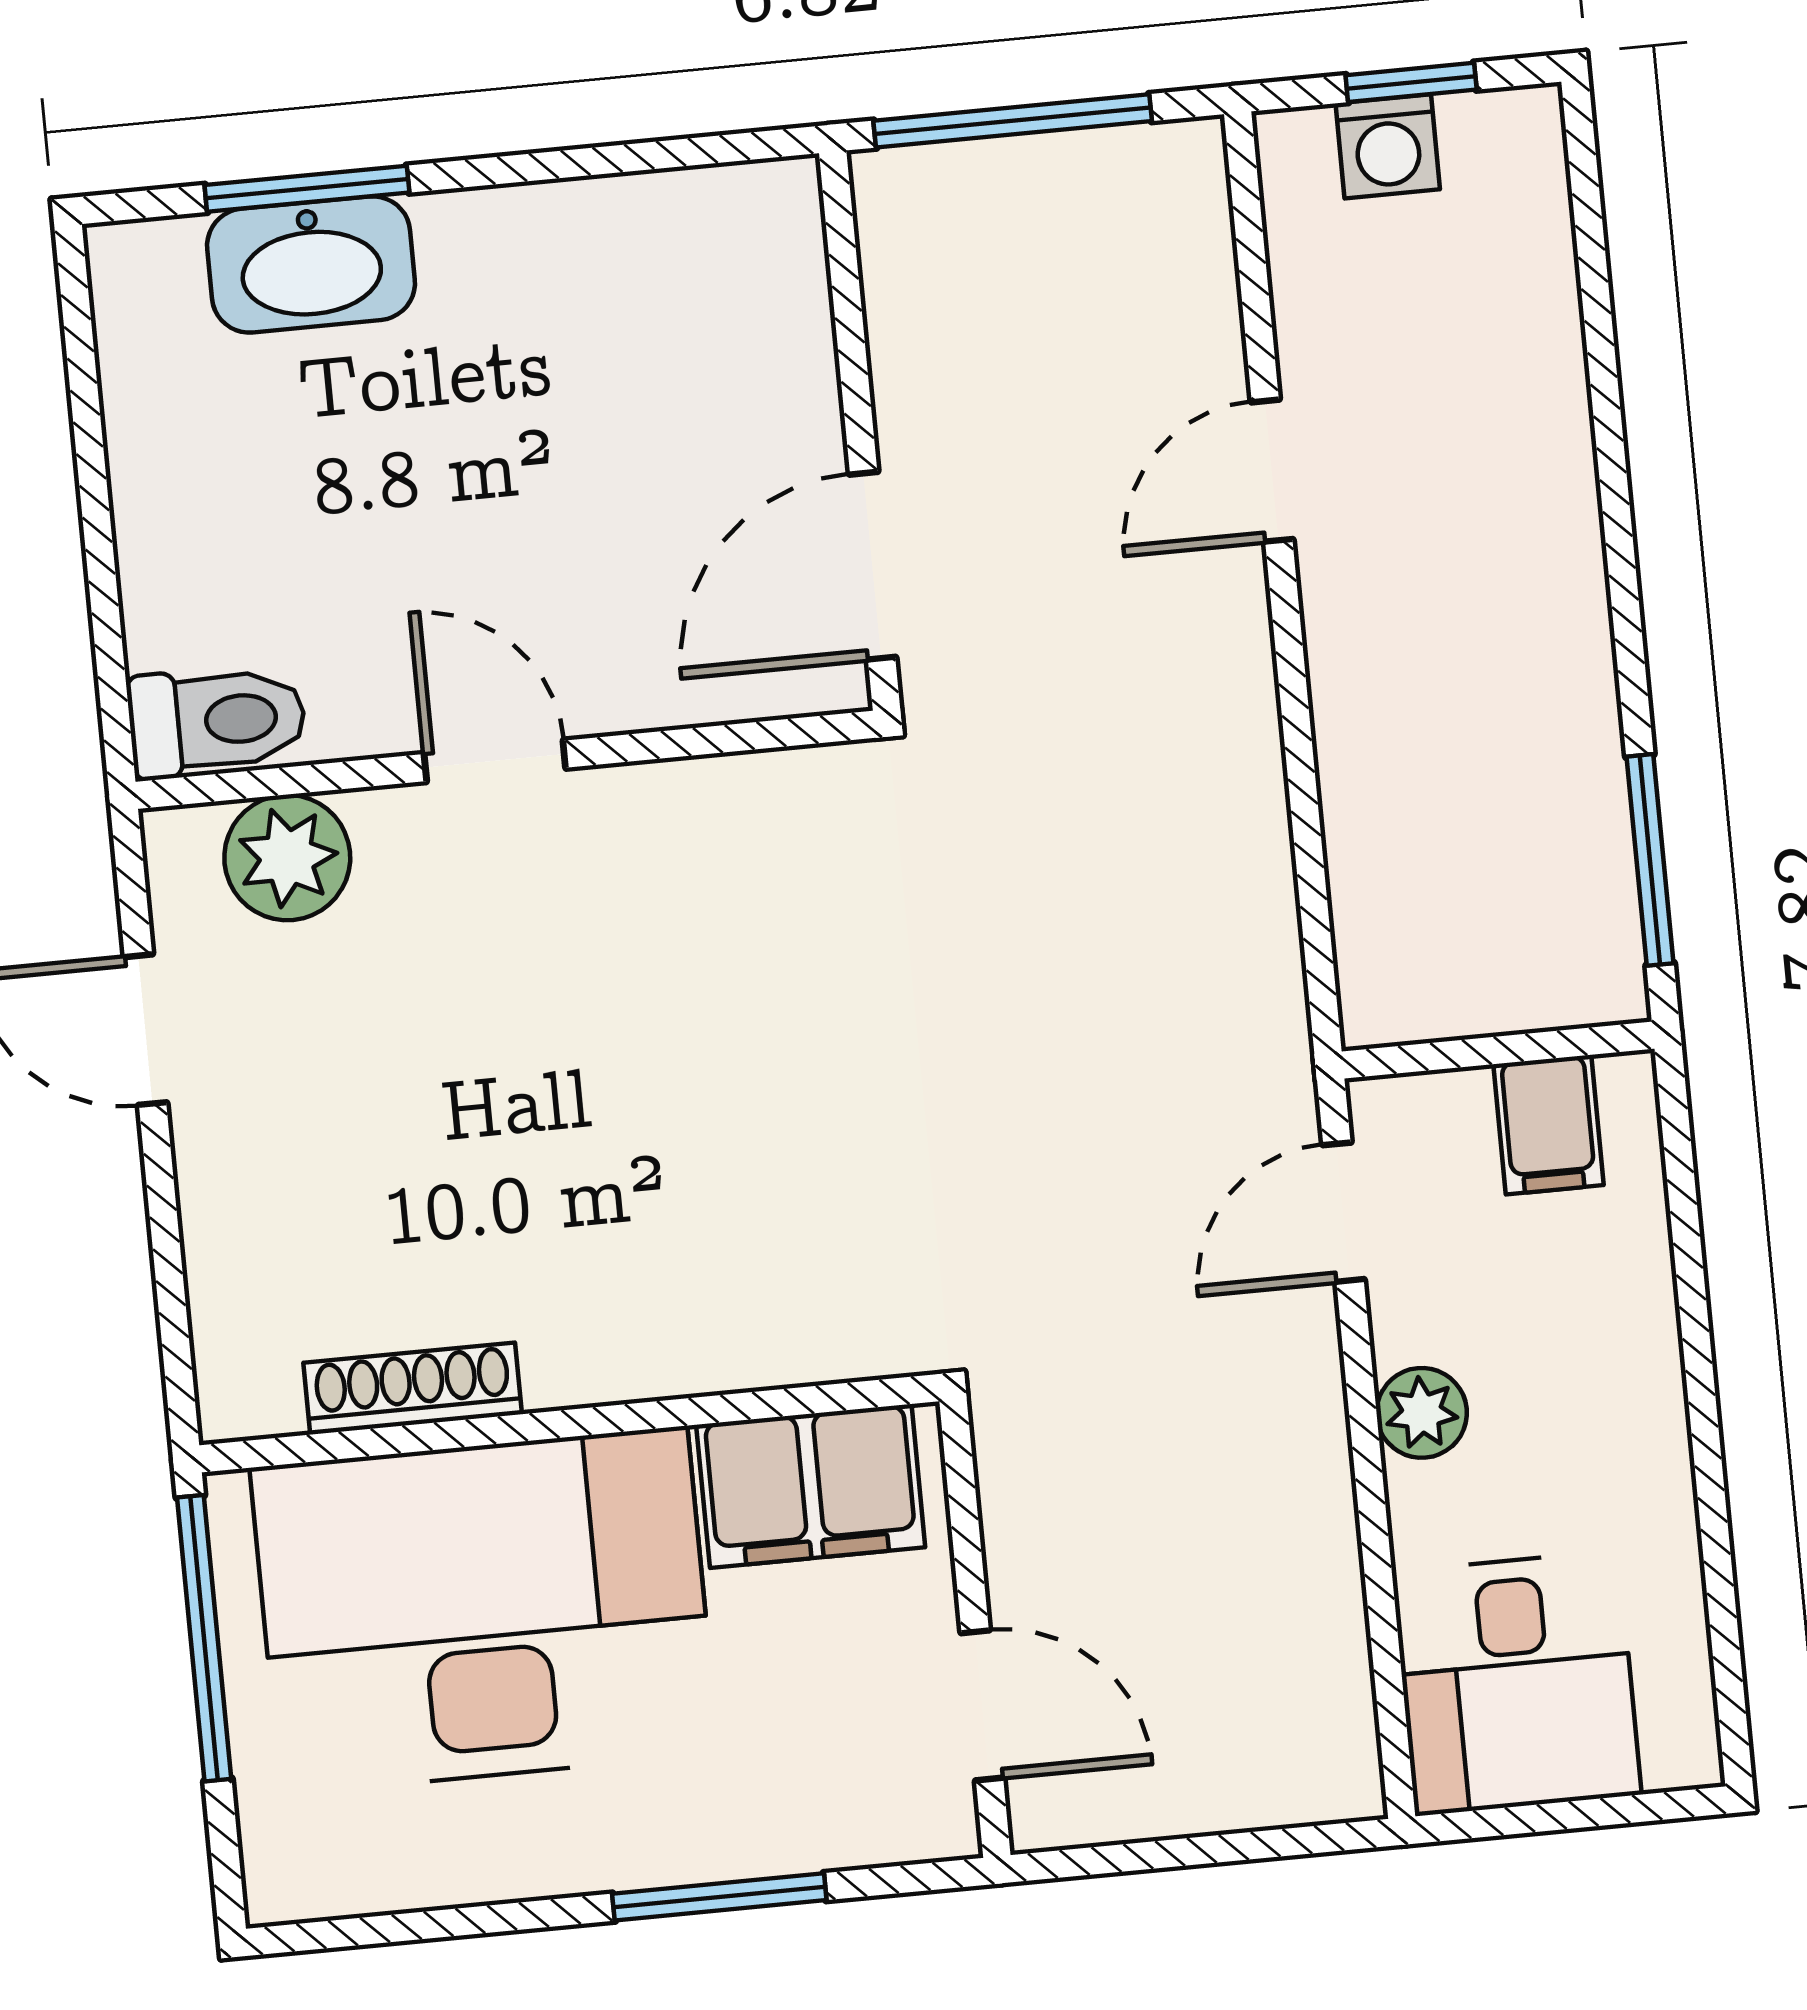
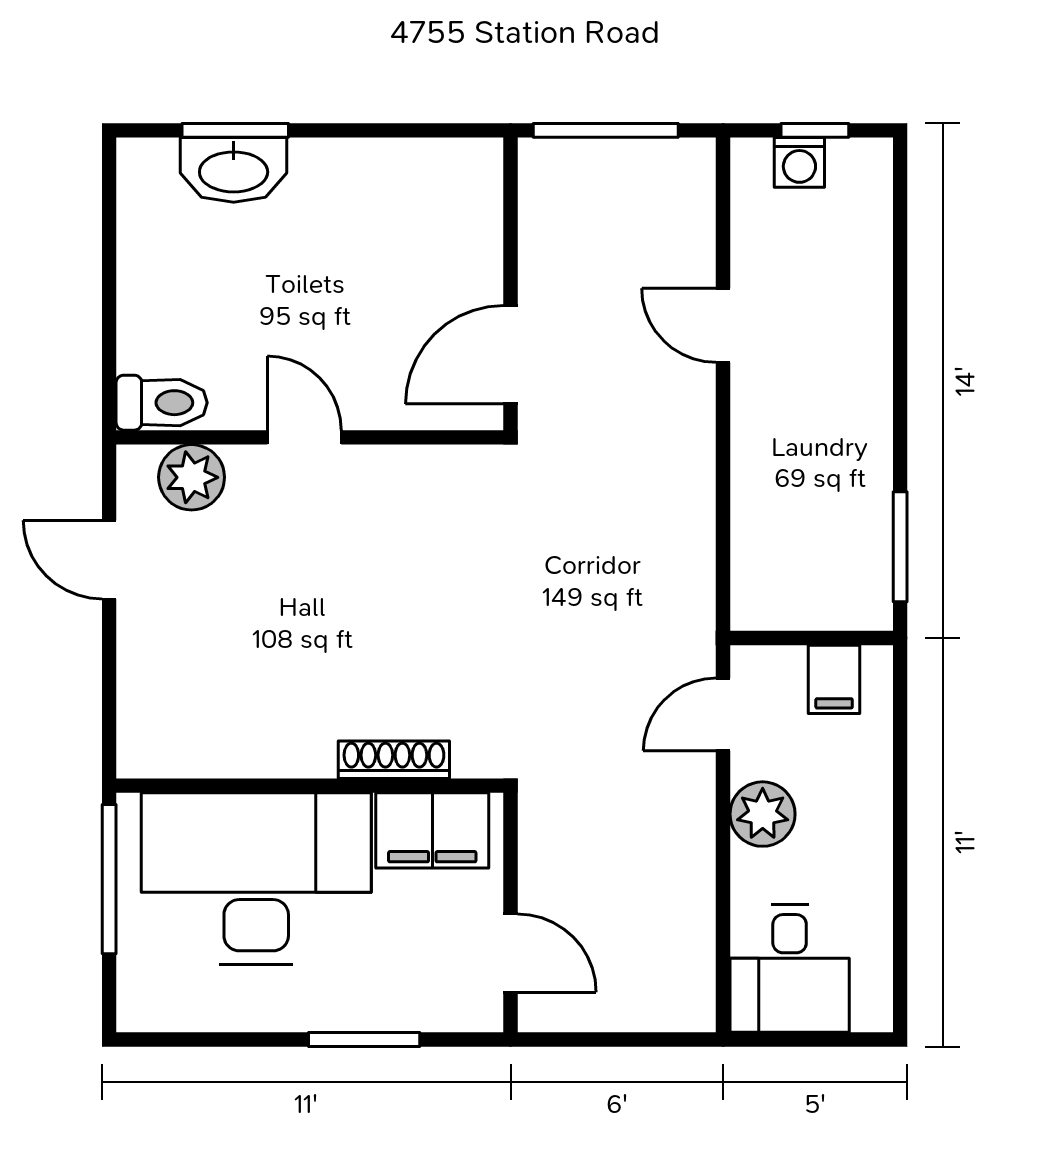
door: (1272, 471) -> (723, 325), hinge flipped
shoe rack: (413, 1388) -> (394, 760), moved
plant: (1422, 1413) -> (763, 814), width x1.38, depth x1.38

